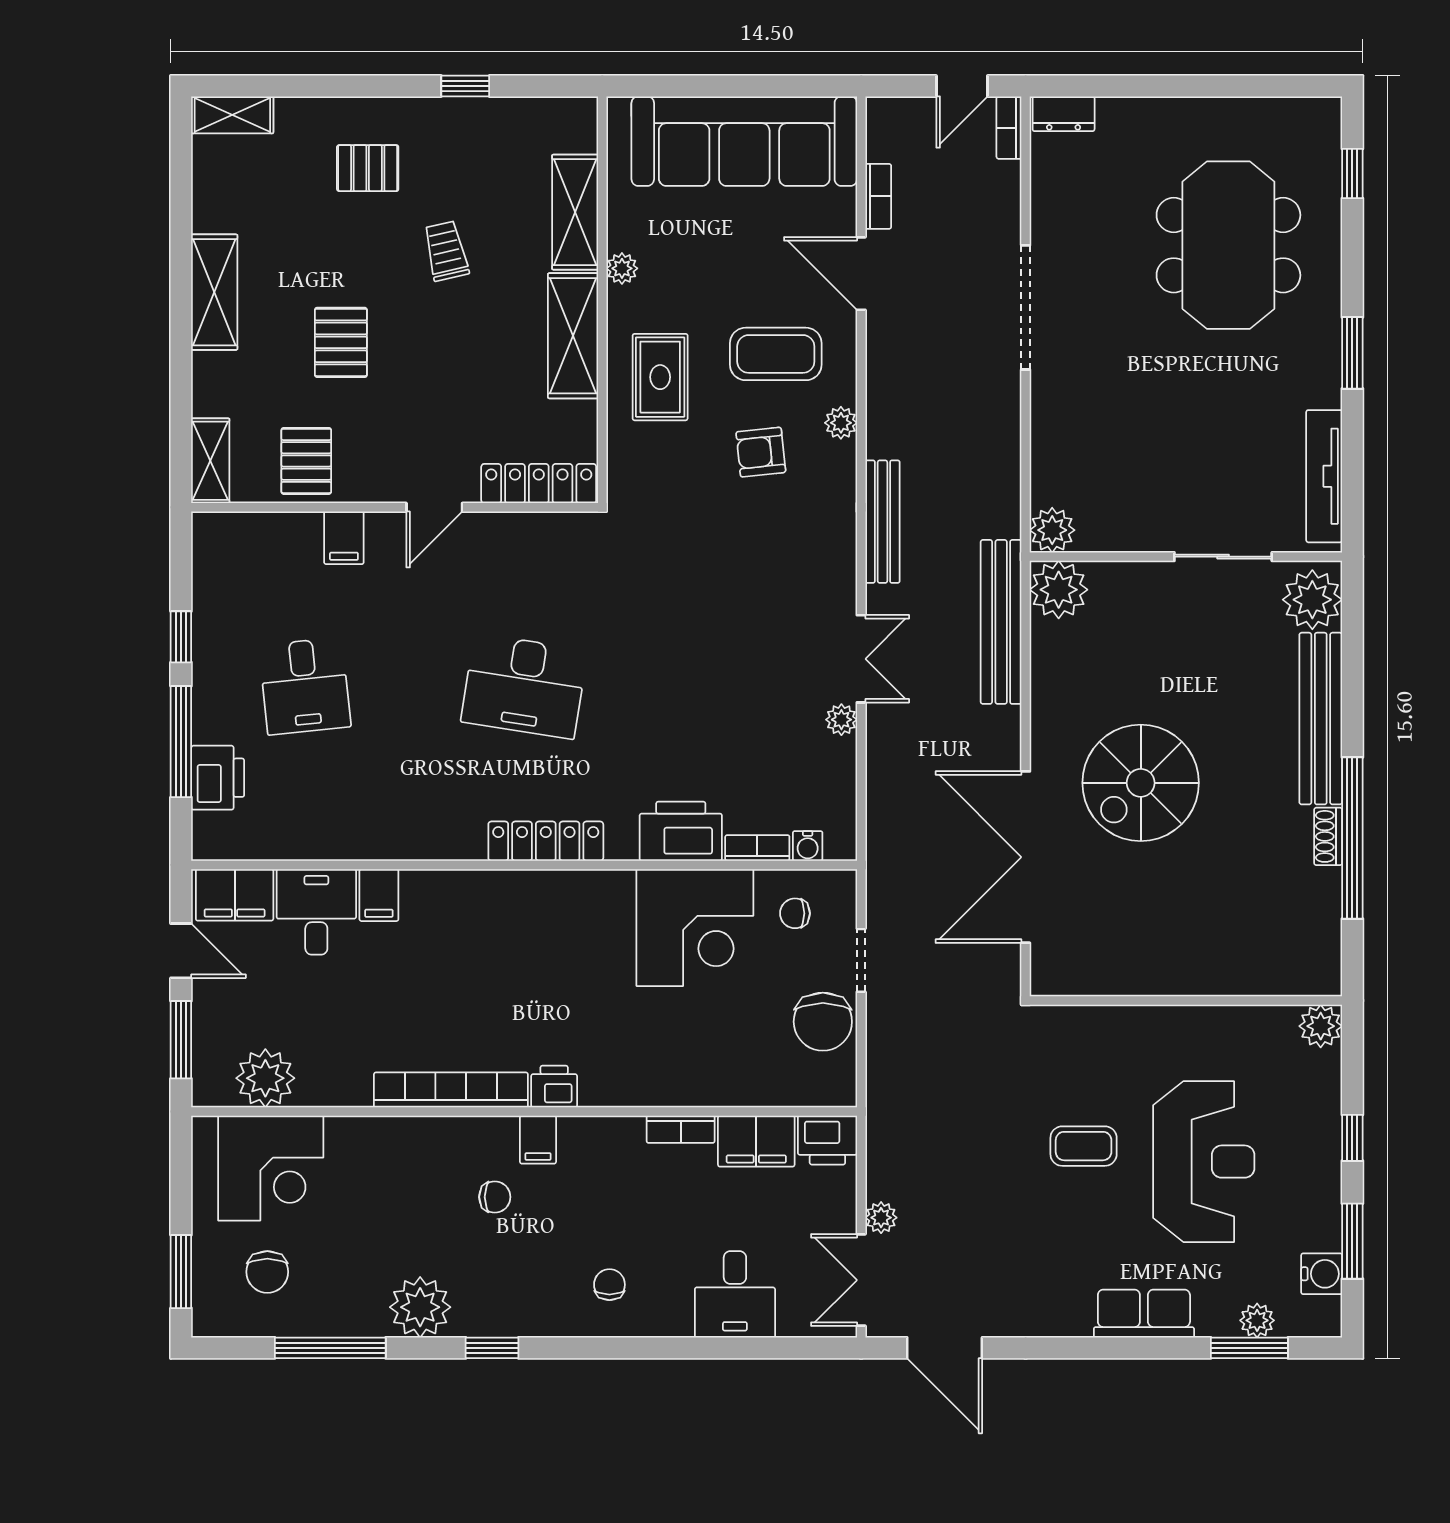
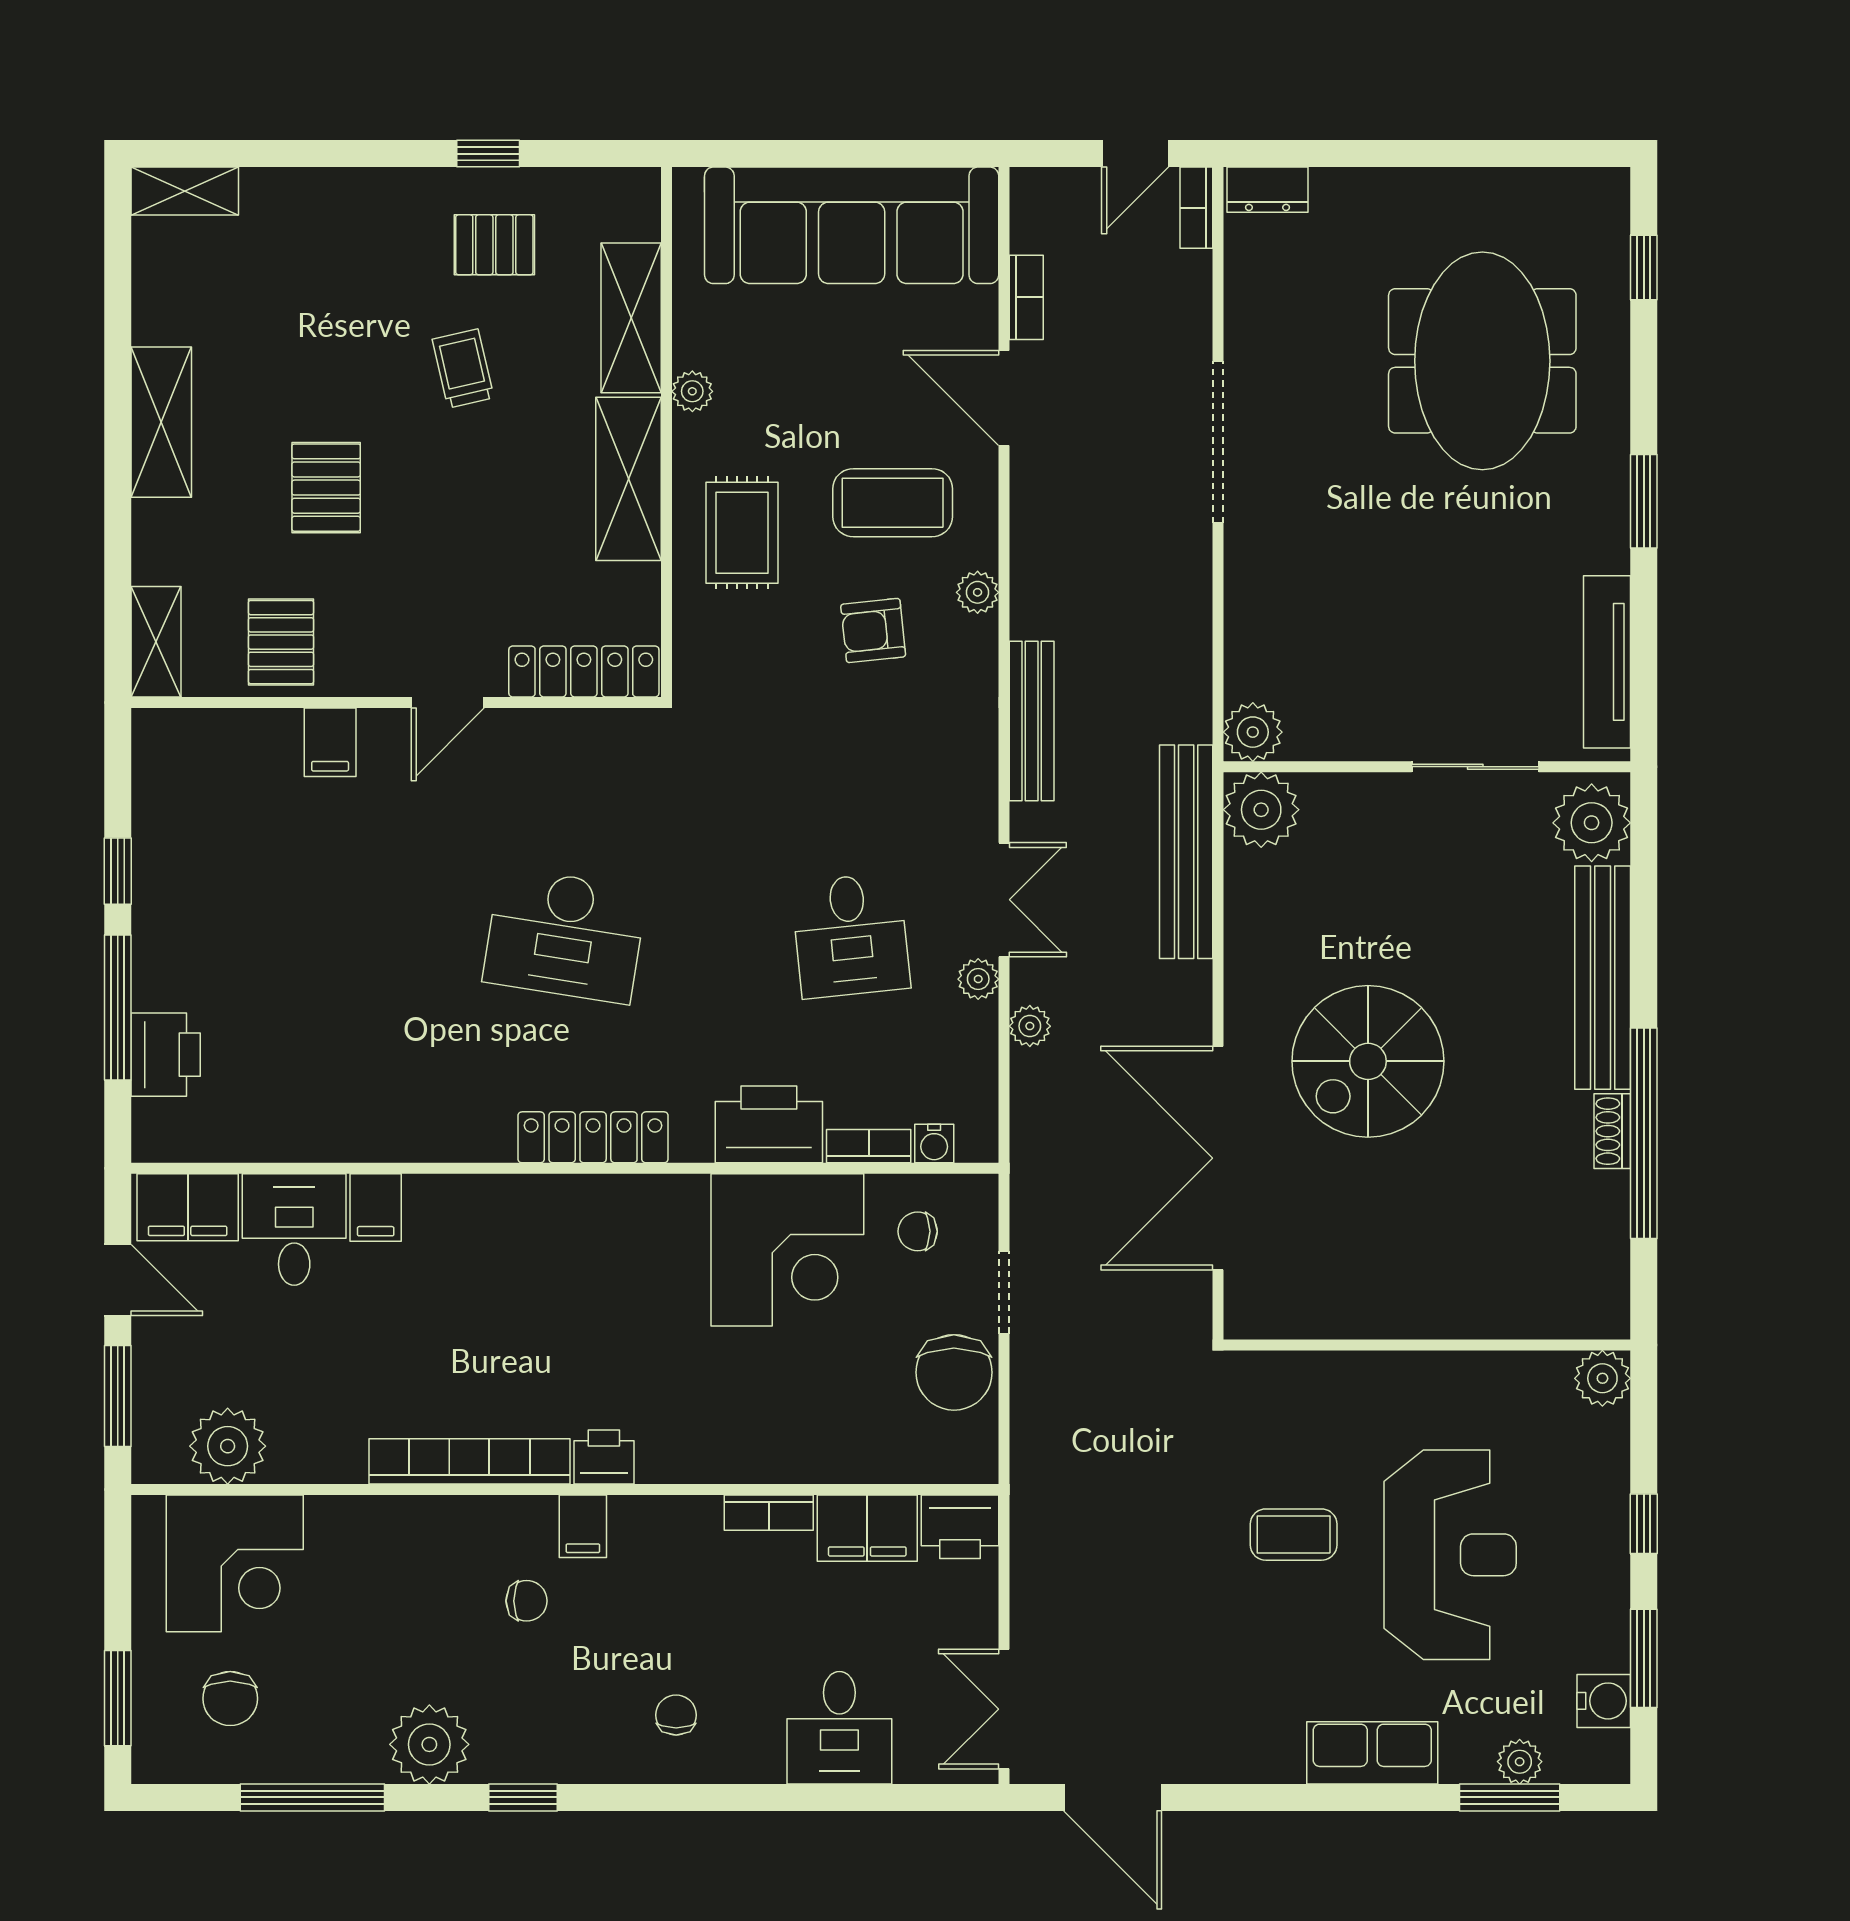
pallet: (368, 168) -> (494, 245), moved
desk: (305, 686) -> (851, 935), moved
plant: (881, 1218) -> (1030, 1026), moved

